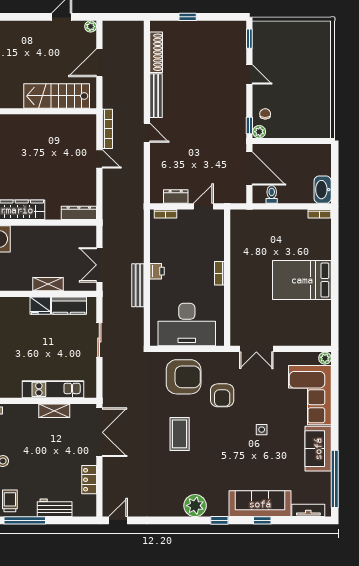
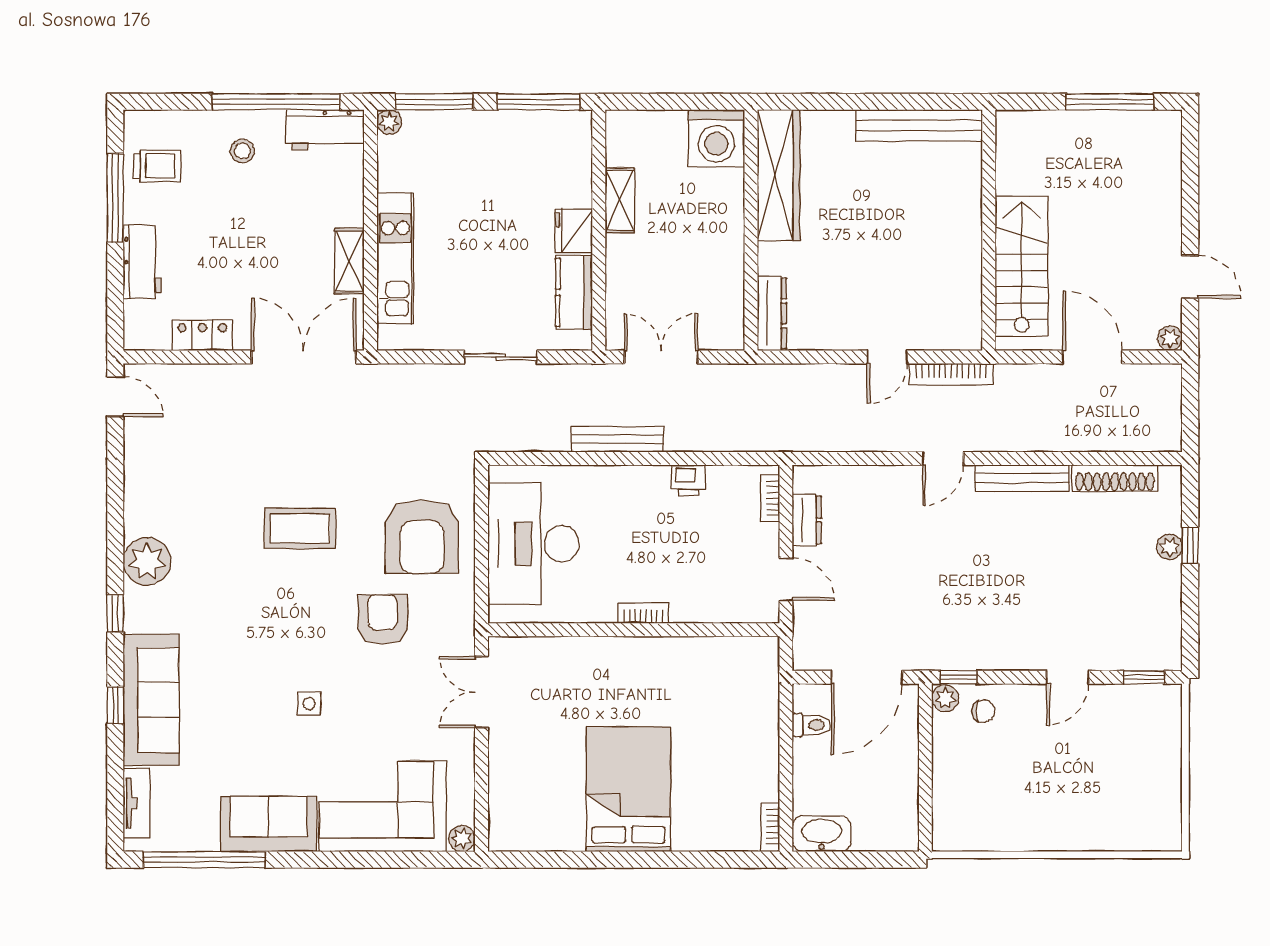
plant: (188, 27) -> (1169, 547), added
printer: (157, 271) -> (688, 480), moved
shelving: (48, 284) -> (620, 200), moved
armchair: (222, 395) -> (383, 619), turned 90
double door: (99, 432) -> (304, 357), swing flipped

